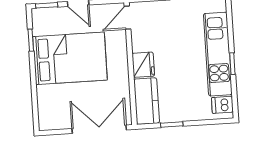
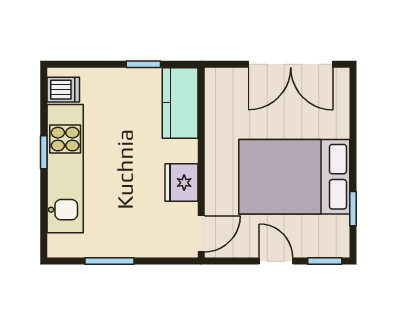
fridge: (143, 65) -> (181, 183), moved
double door: (99, 129) -> (291, 64), moved

